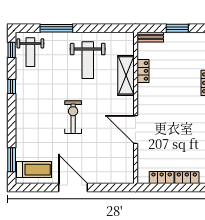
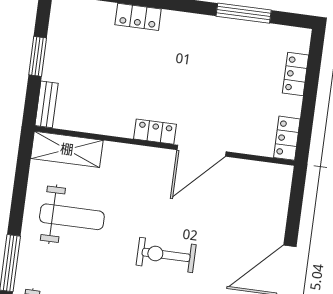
locker: (143, 71) -> (155, 132), moved
shelving: (126, 75) -> (67, 149), moved
locker: (162, 178) -> (287, 138), moved

